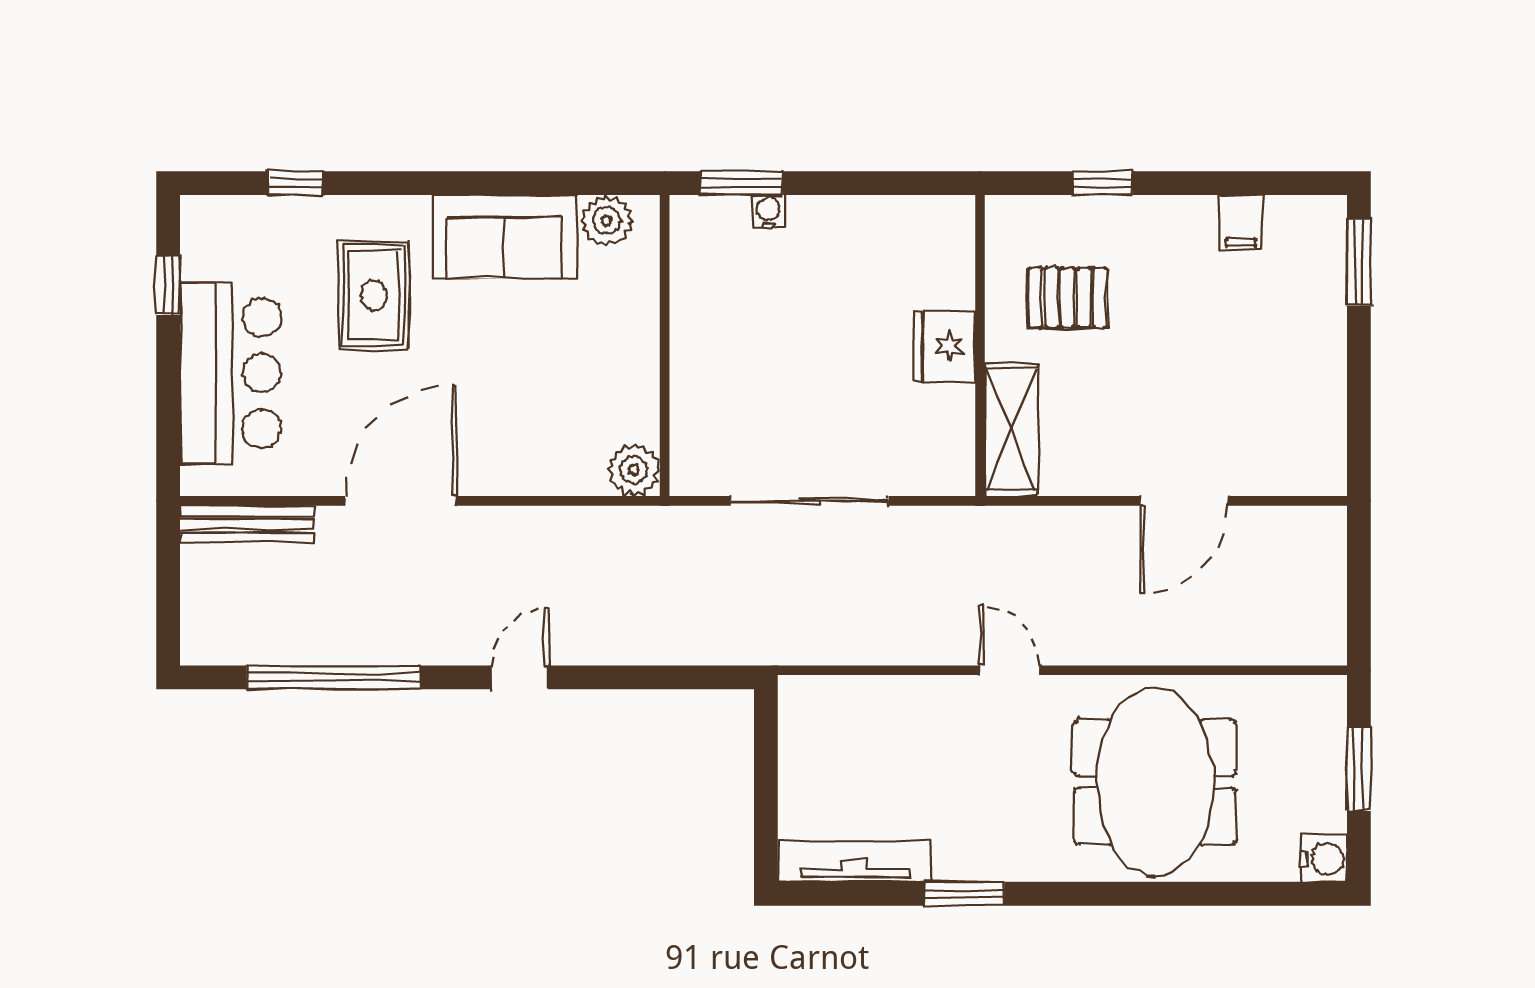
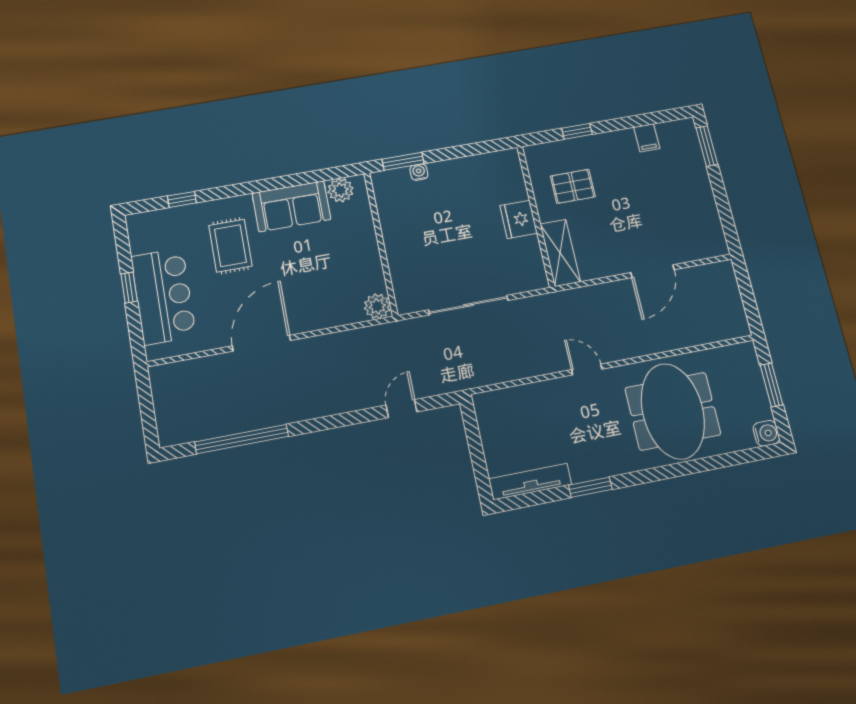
window: (168, 285) -> (129, 288), moved
bench: (247, 524) -> (184, 370), removed
door: (520, 677) -> (401, 409), moved

